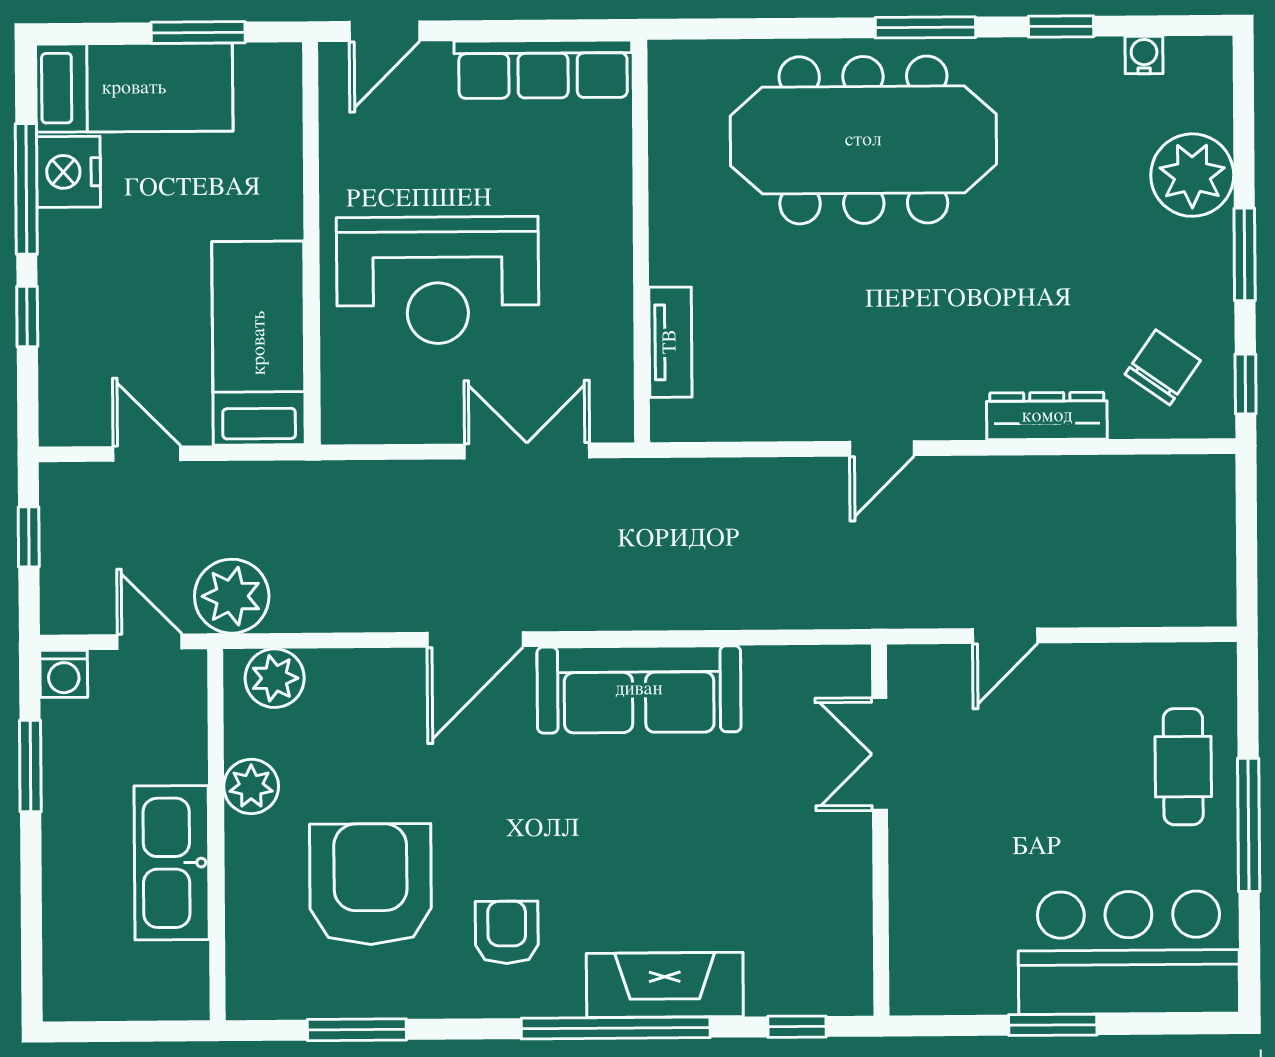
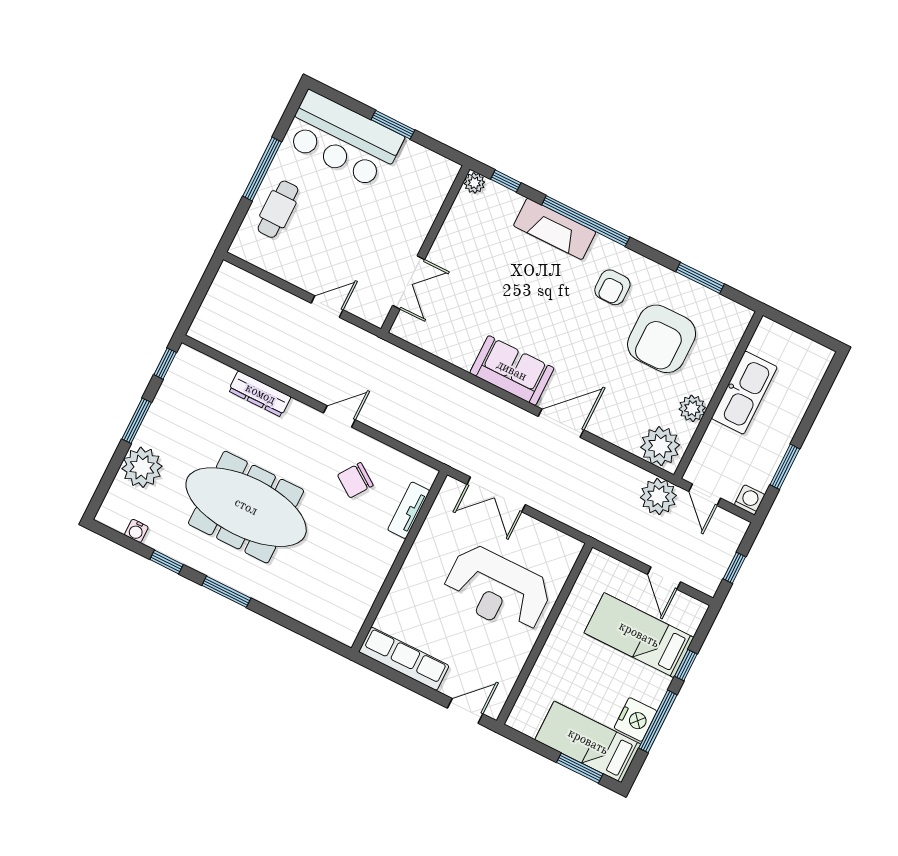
window: (198, 33) -> (580, 768), moved
meeting table: (863, 140) -> (246, 507), moved
reception desk: (438, 280) -> (497, 590), turned 180
bed: (259, 343) -> (639, 635), moved, turned 90
chair: (1163, 367) -> (355, 480), moved
plant: (275, 678) -> (660, 446), width x1.36, depth x1.36
sofa: (639, 689) -> (512, 371), width x0.73
plant: (852, 994) -> (474, 183), added

